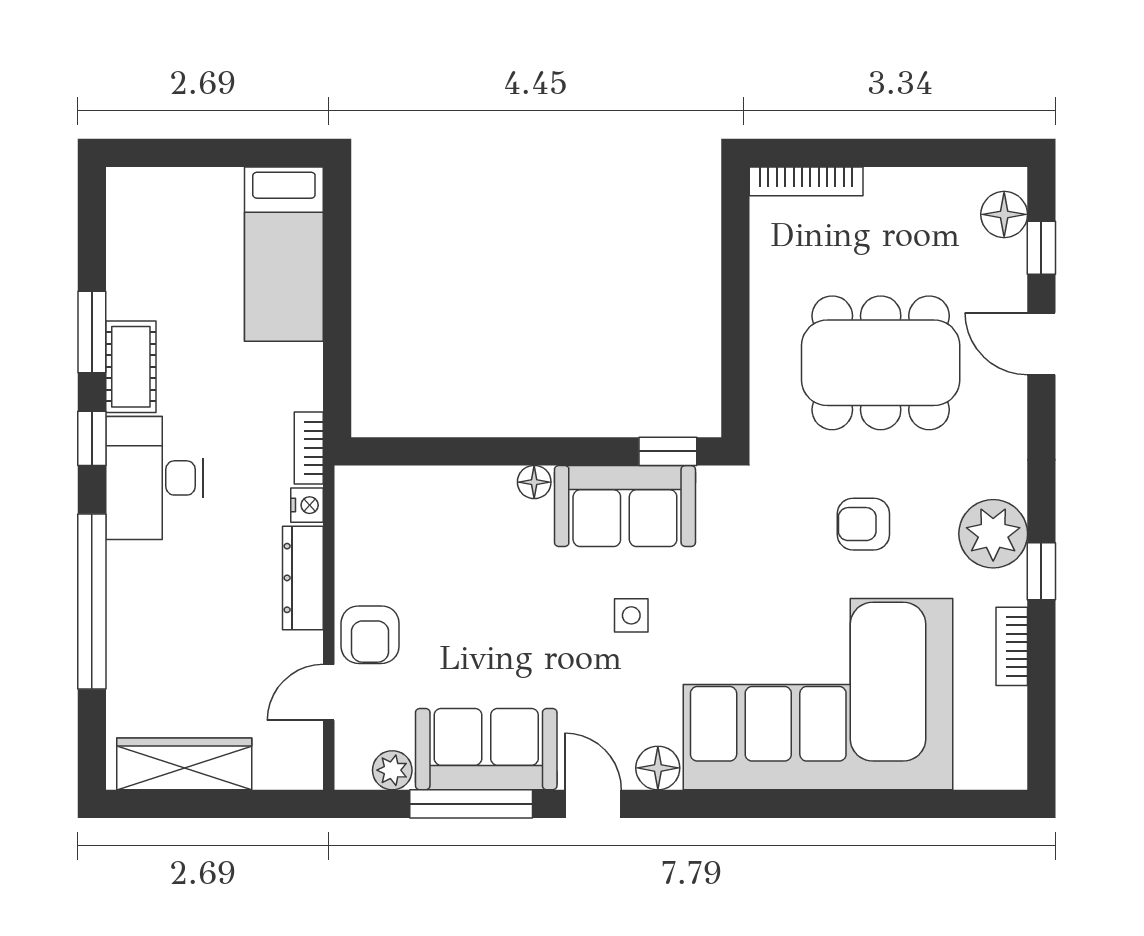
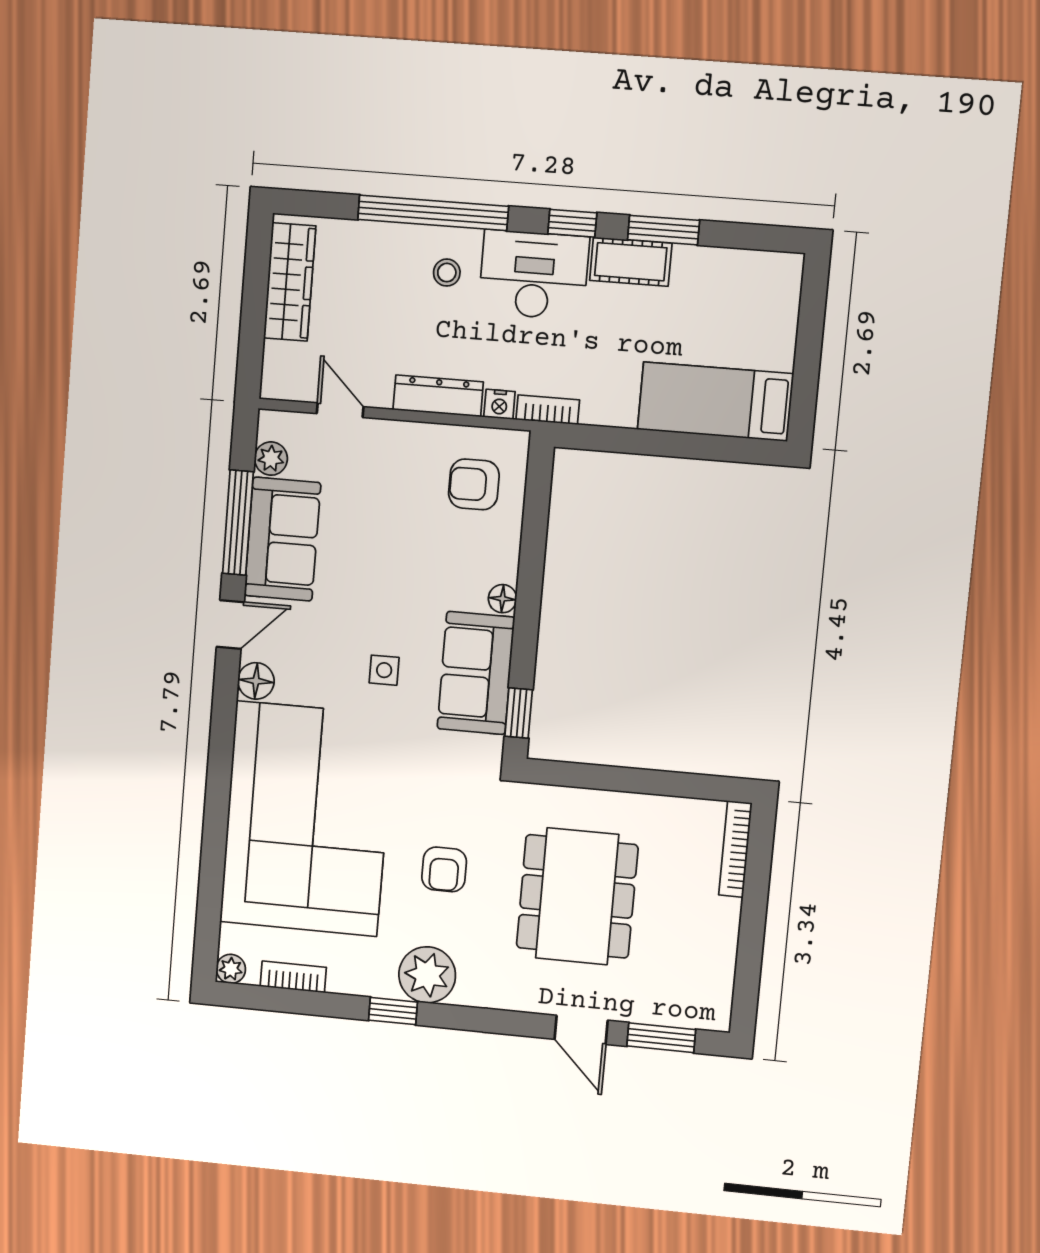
floor lamp: (1004, 214) -> (692, 1010), removed
window: (1041, 248) -> (661, 1038), width x1.50
door: (1041, 344) -> (581, 1030), swing flipped
armchair: (863, 524) -> (444, 869), turned 180
stool: (159, 580) -> (447, 273), added
armchair: (370, 635) -> (474, 484), moved
bookcase: (1012, 646) -> (293, 977), moved
plant: (1010, 772) -> (231, 969), added

